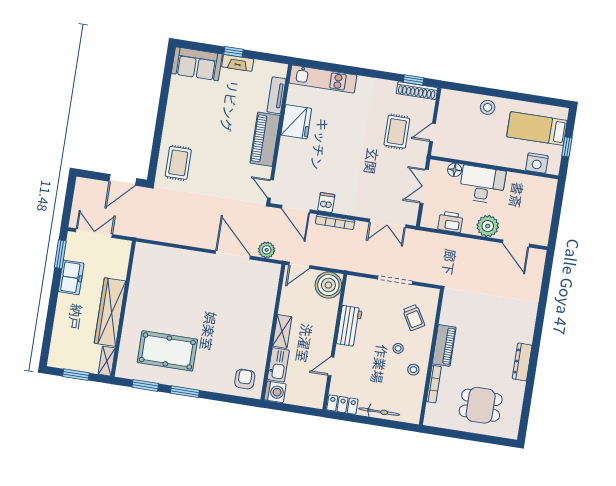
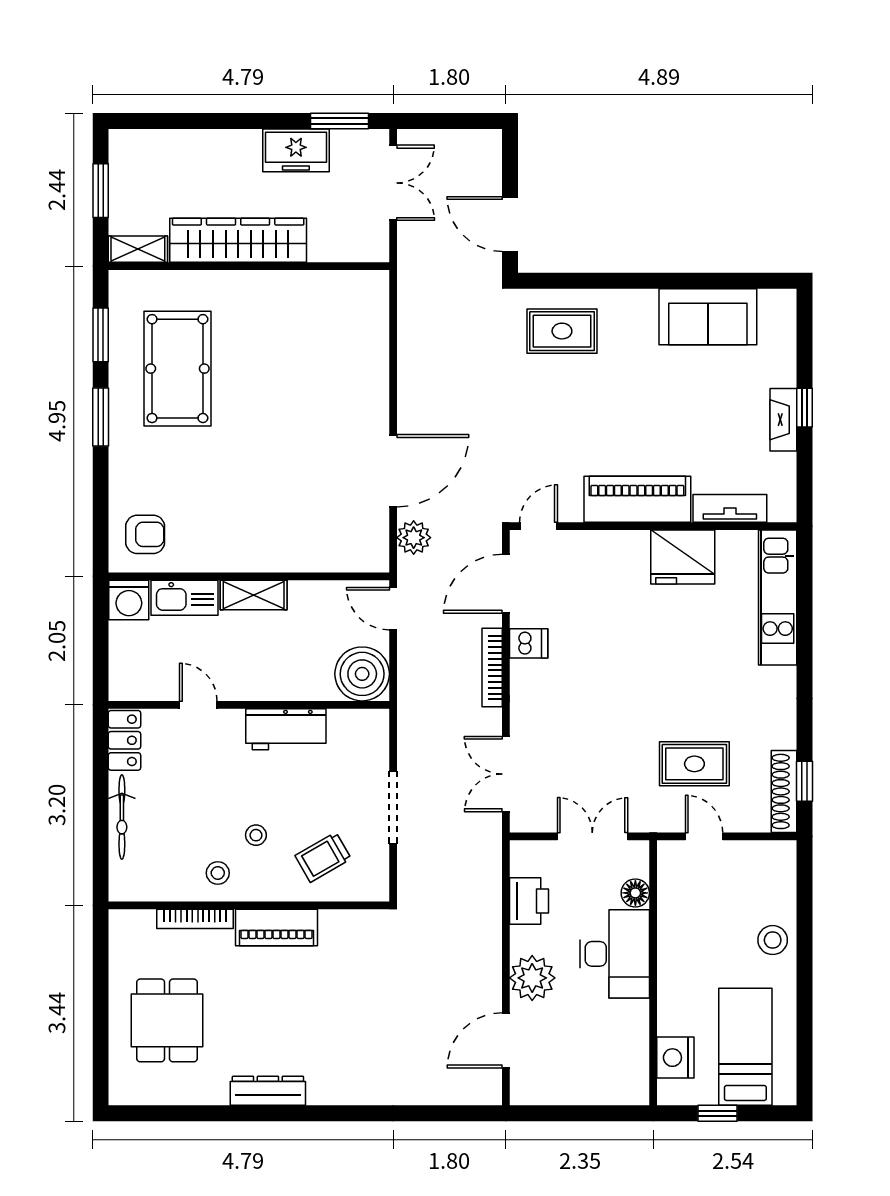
sofa: (197, 64) -> (708, 317), moved, turned -90

